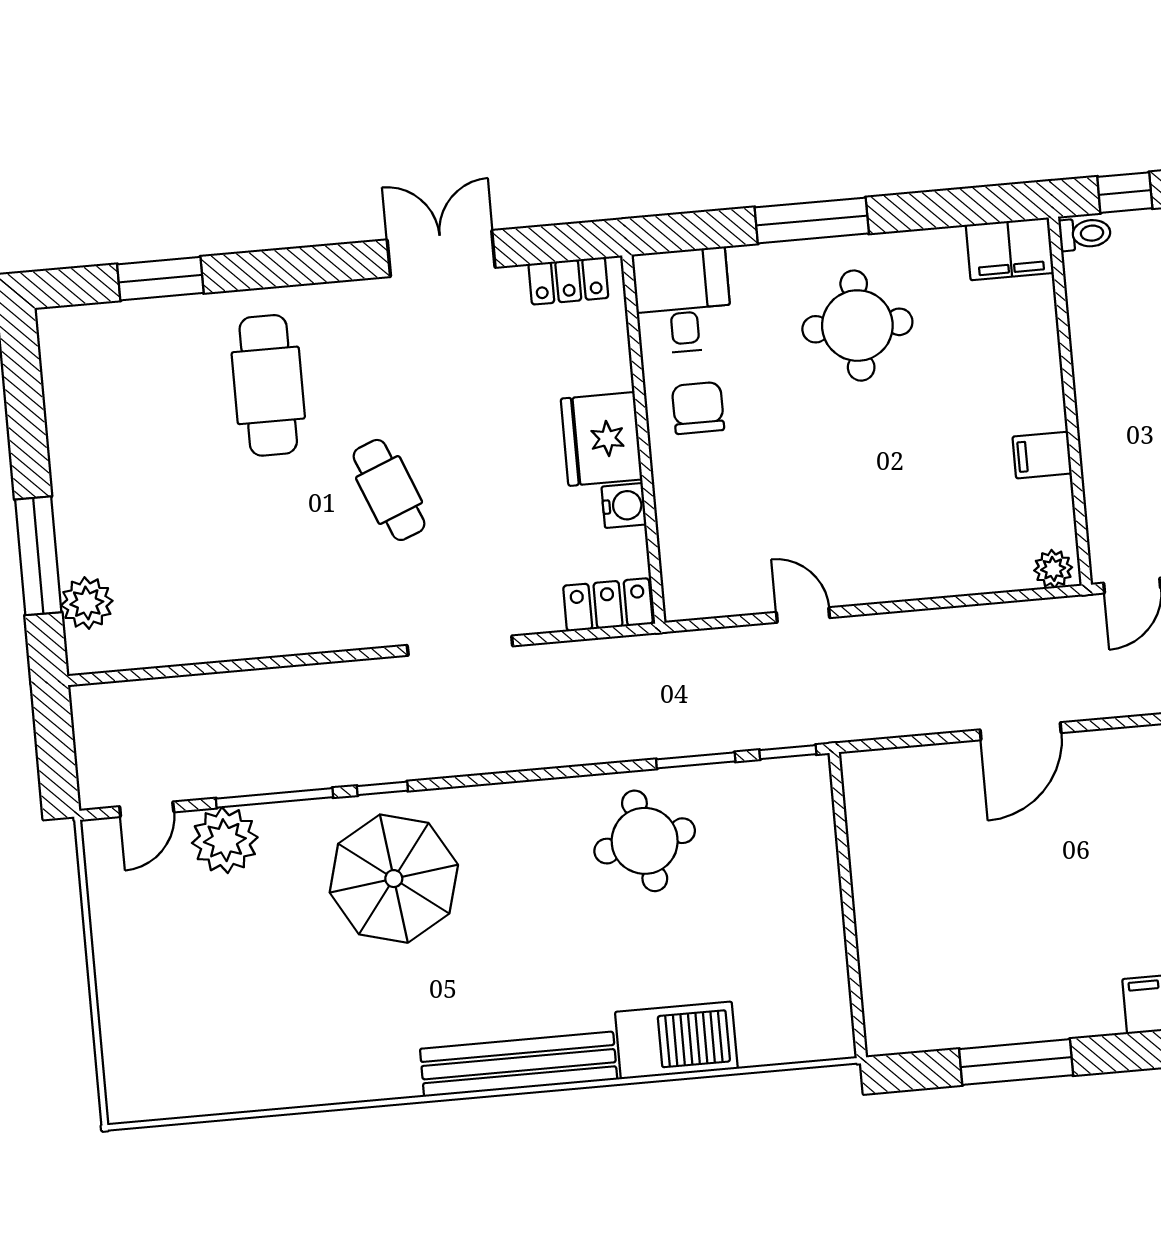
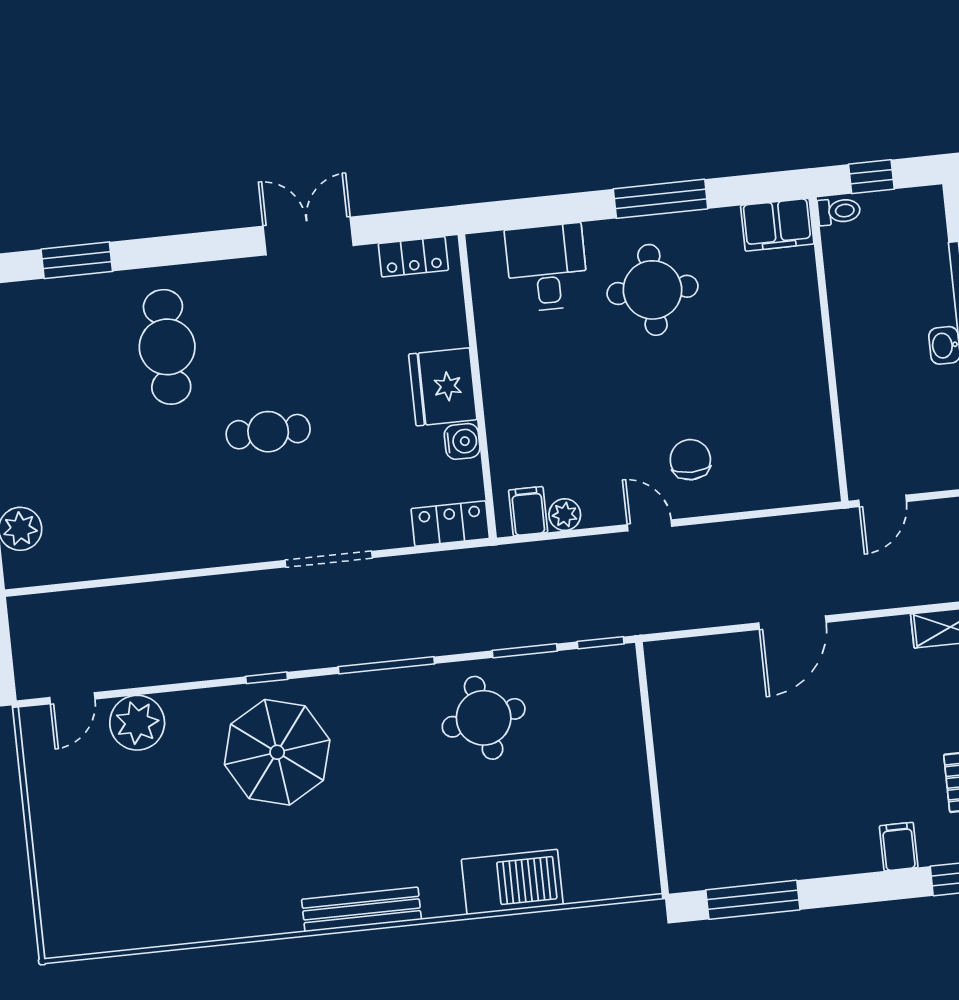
window: (812, 220) -> (661, 199), moved
desk: (683, 301) -> (547, 268), moved
chair: (698, 408) -> (690, 460), moved
filing cabinet: (1042, 455) -> (528, 511), moved, turned 90
cafe table: (389, 490) -> (268, 432), turned -68
plant: (1053, 569) -> (565, 515), moved
door: (803, 615) -> (649, 525), moved
window: (274, 798) -> (386, 665), moved
window: (1016, 1062) -> (753, 900), moved
bench: (519, 1064) -> (361, 909), width x0.73, depth x0.82

